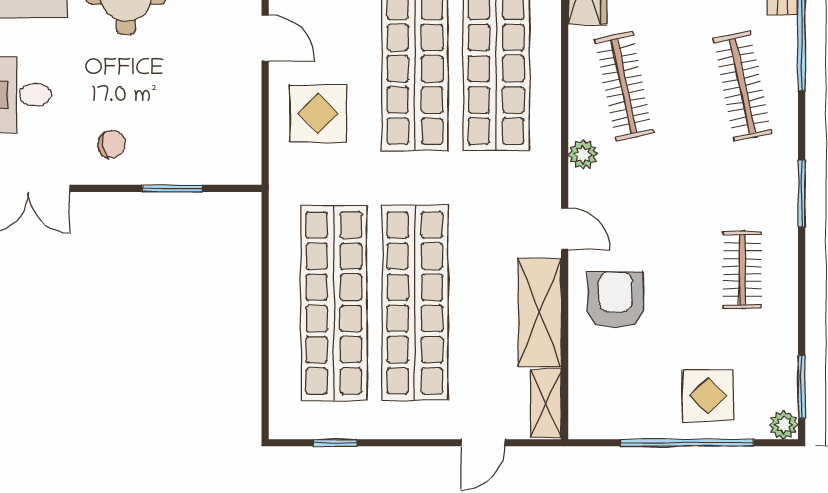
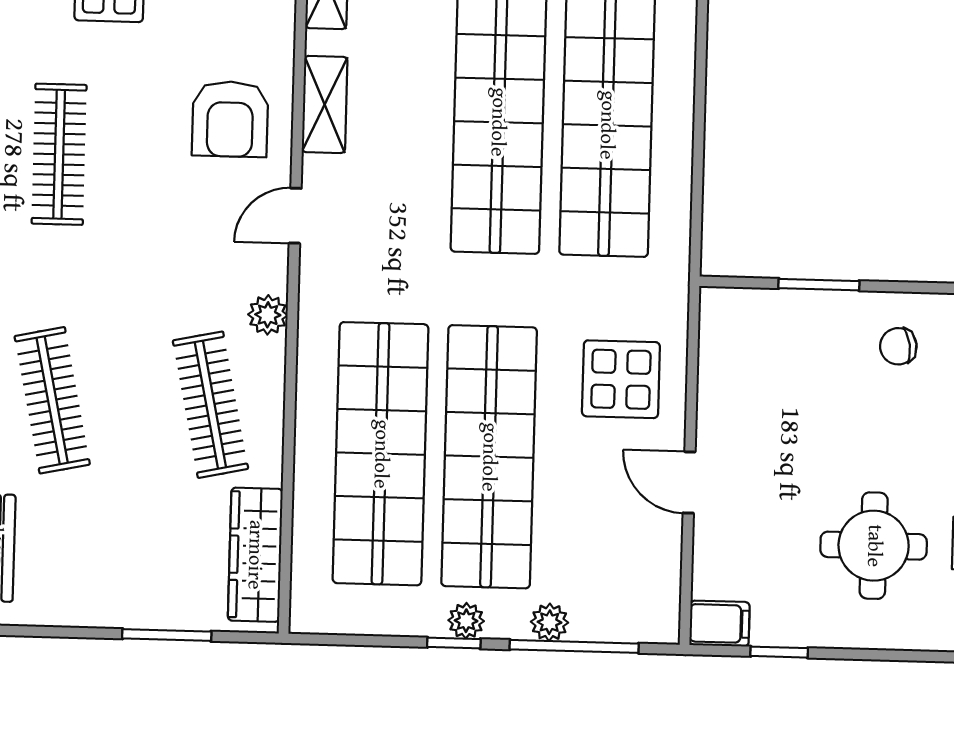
door: (565, 229) -> (295, 216), hinge flipped
clothes rail: (742, 270) -> (59, 154), width x1.36
shelving: (540, 313) -> (325, 104), width x0.67, depth x0.75

